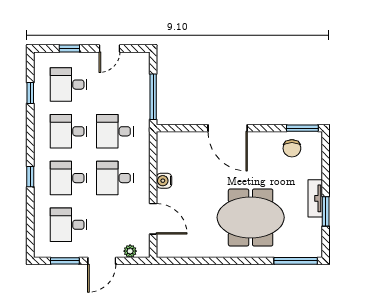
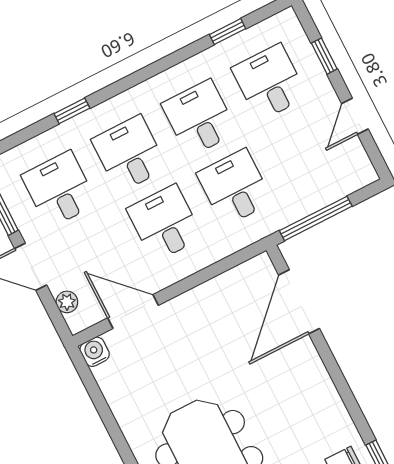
door: (110, 48) -> (355, 116), hinge flipped
door: (228, 128) -> (299, 302), moved
window: (30, 177) -> (72, 111), moved
water cooler: (164, 181) -> (95, 352), moved
door: (153, 219) -> (133, 312), swing flipped

